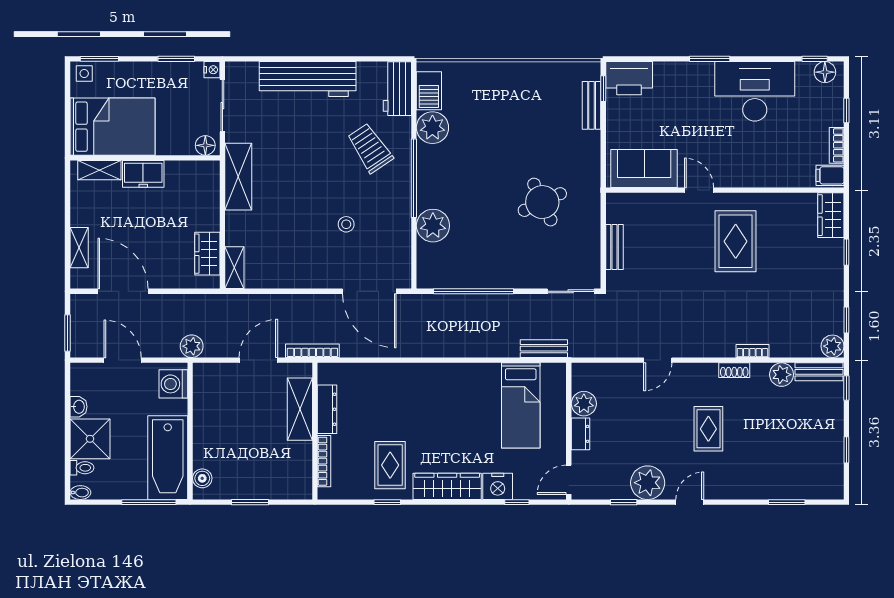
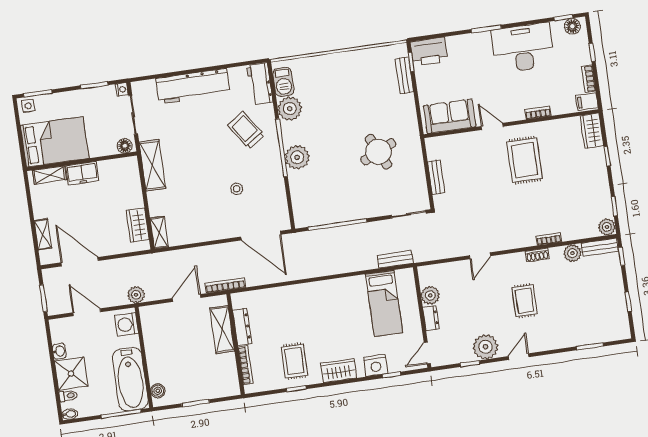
bookcase: (763, 181) -> (538, 113), added
plant: (433, 226) -> (297, 157), moved
wardrobe: (447, 486) -> (339, 371), width x0.67

